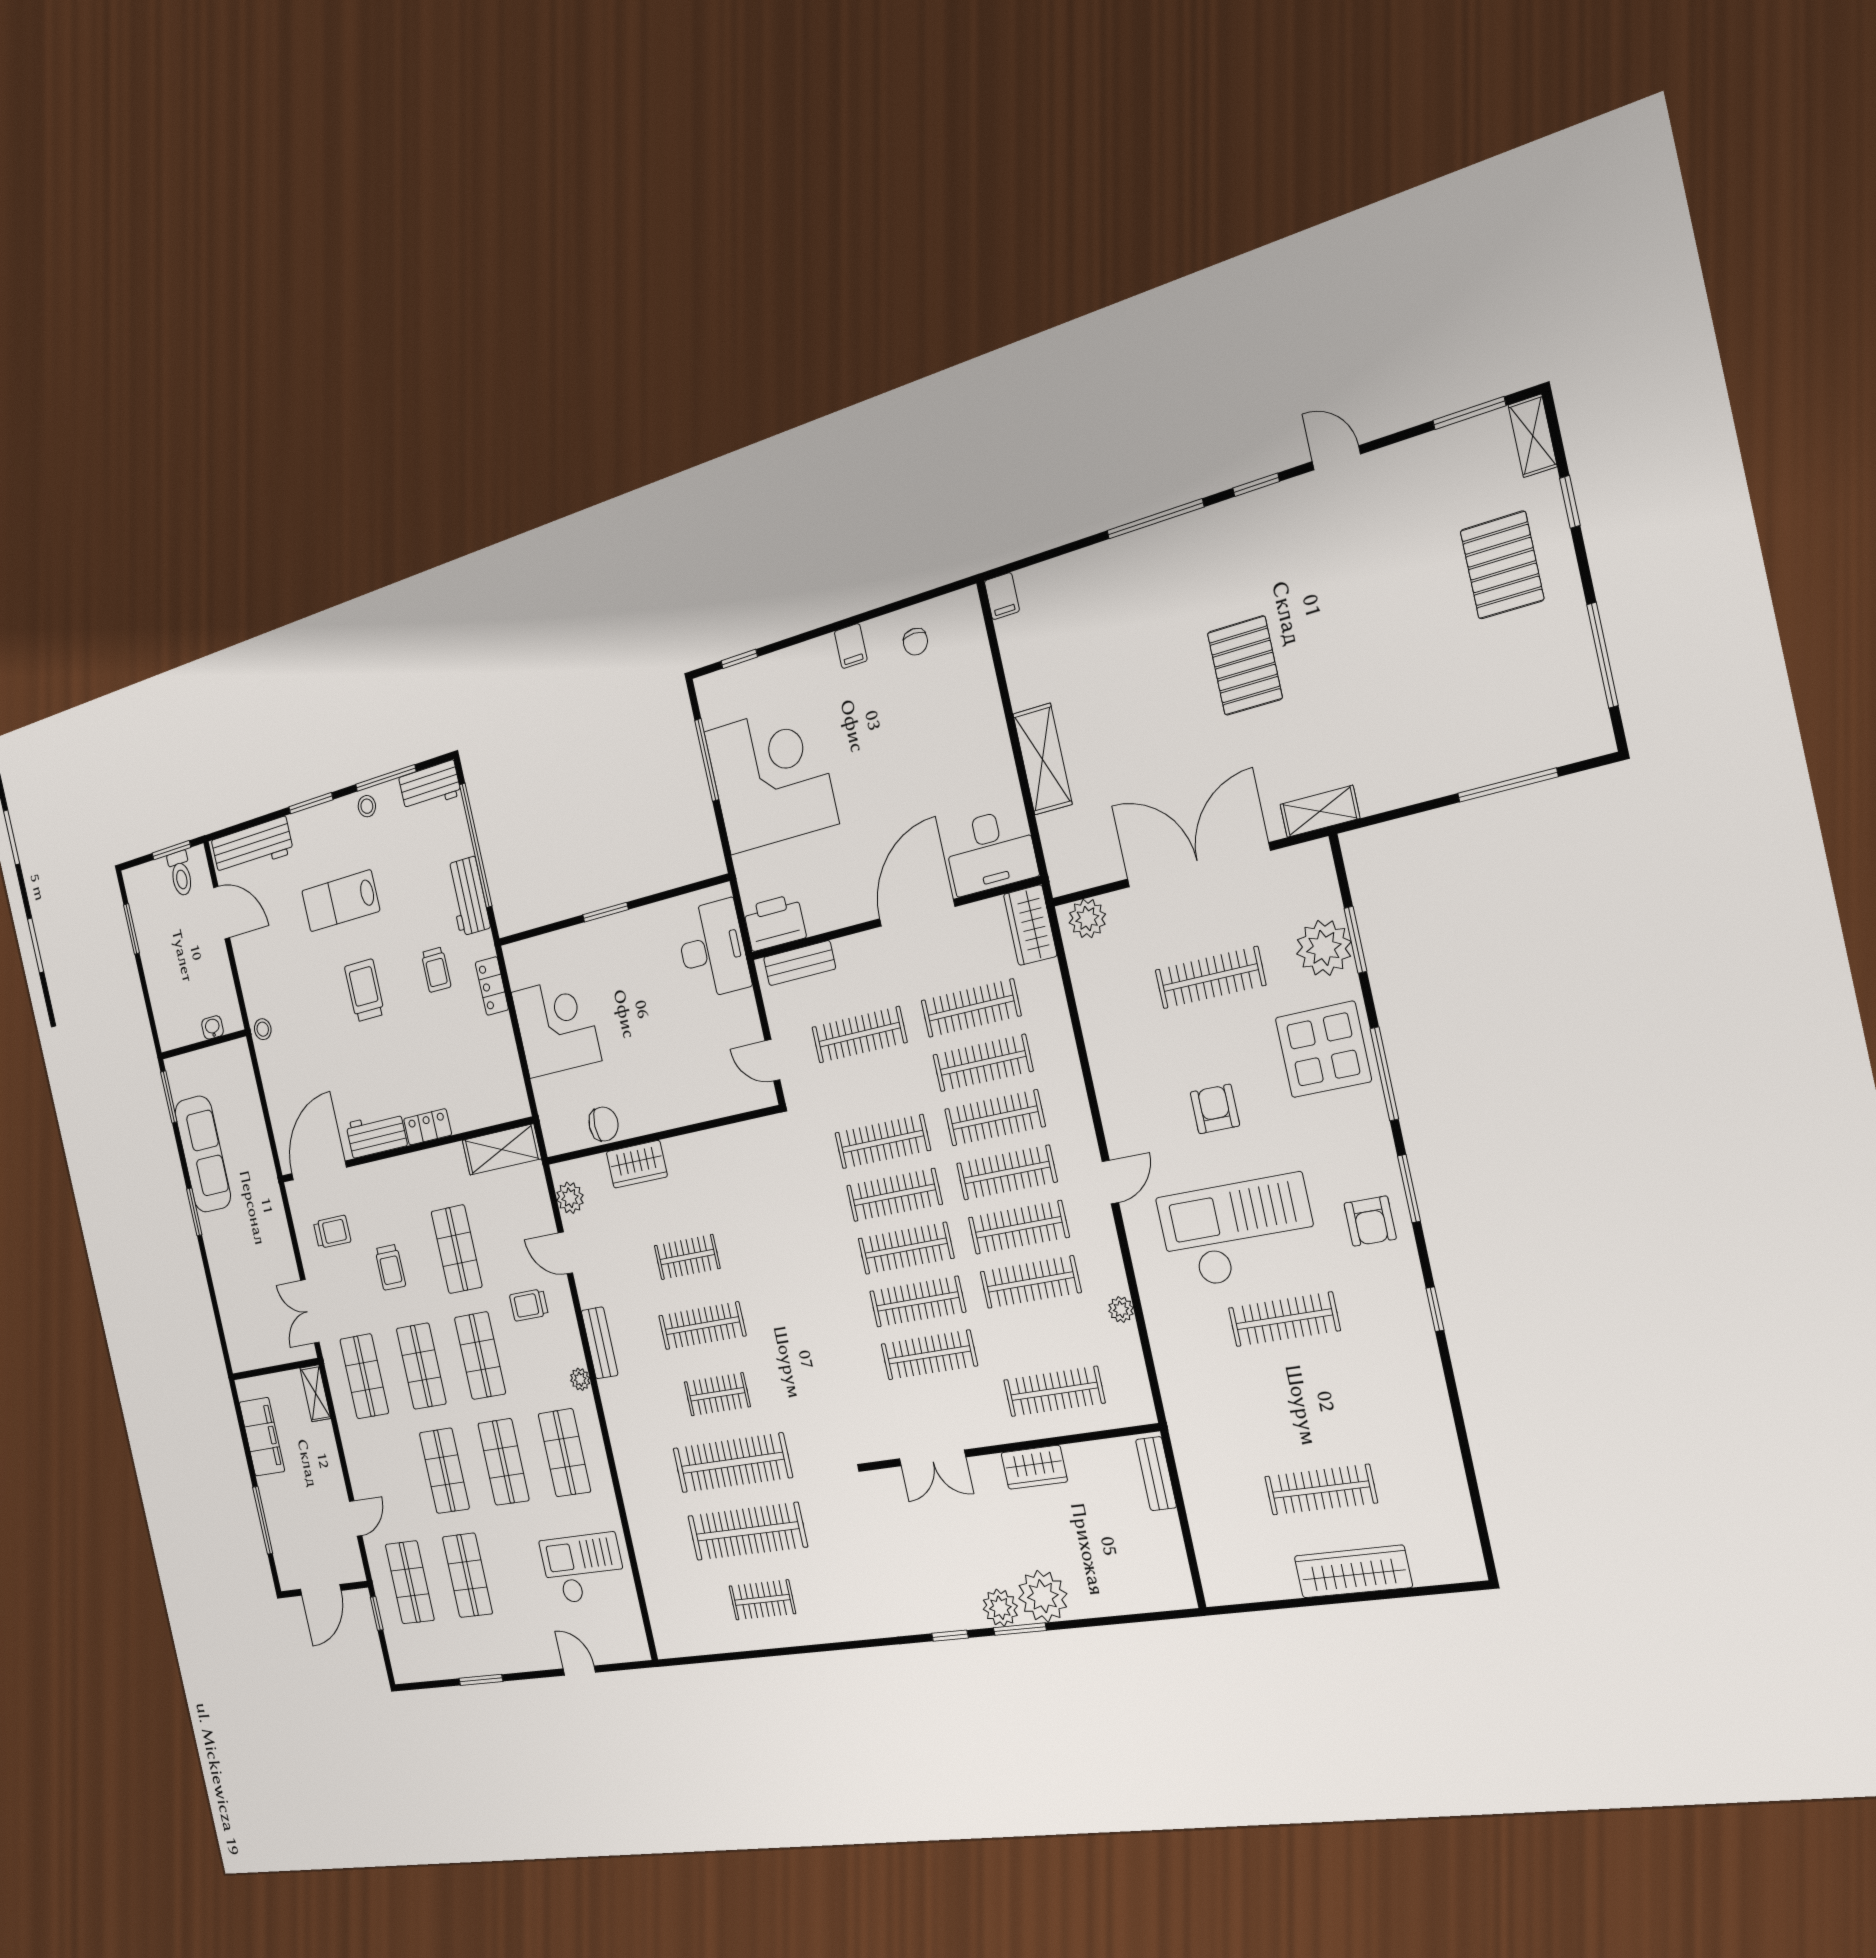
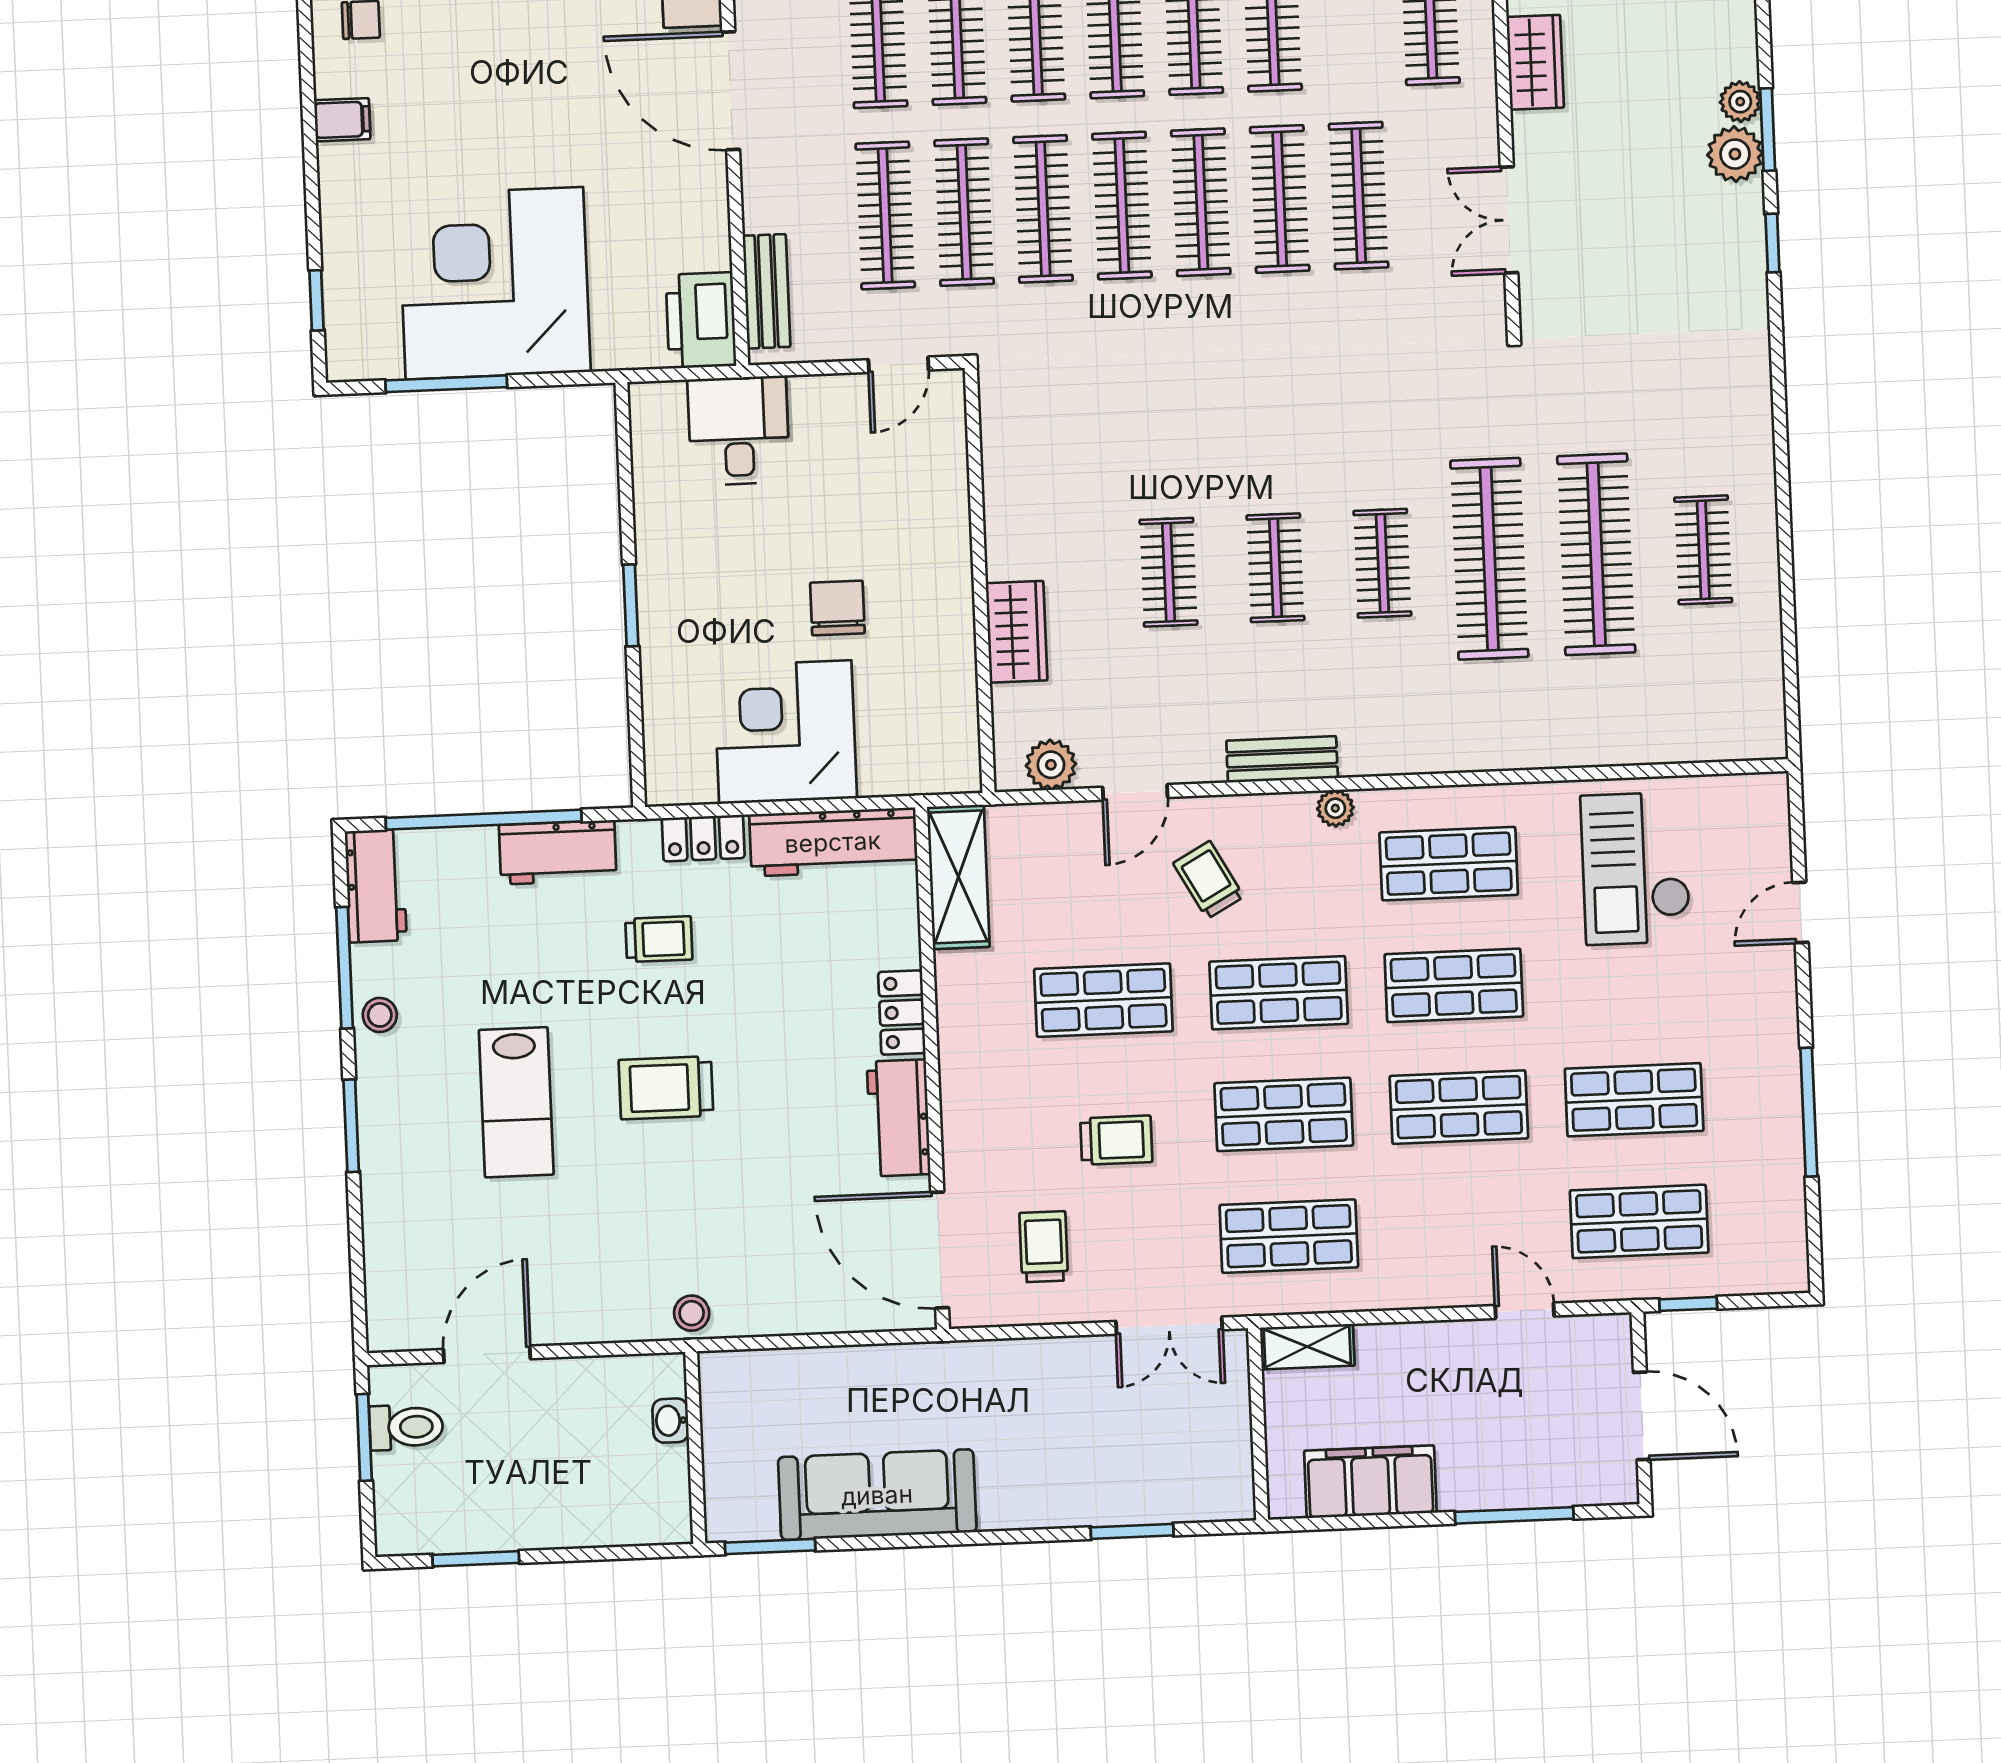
workbench: (252, 846) -> (833, 842), moved, turned 90
desk: (713, 949) -> (739, 431), width x0.73
clothes rail: (871, 1088) -> (964, 212), added
chair: (604, 1124) -> (837, 608), moved
window: (194, 1212) -> (1132, 1531), moved
trolley: (529, 1305) -> (1208, 880), turned 151
clothes rail: (702, 1326) -> (1275, 568), width x0.73
double door: (932, 1458) -> (1509, 220), swing flipped
plant: (1043, 1596) -> (1740, 102), width x0.53, depth x0.53
window: (481, 1680) -> (1809, 1112), width x1.44

